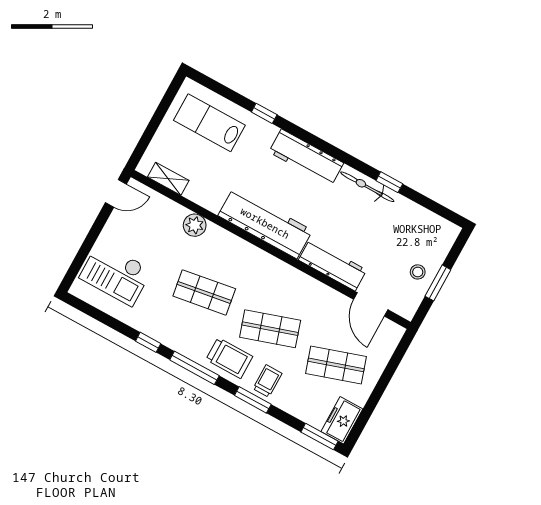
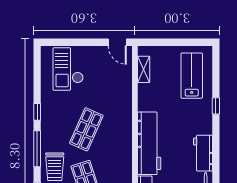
workbench: (306, 158) -> (203, 153), width x0.73
plant: (195, 225) -> (124, 101), removed
shop shelf: (204, 292) -> (86, 129), turned 33

